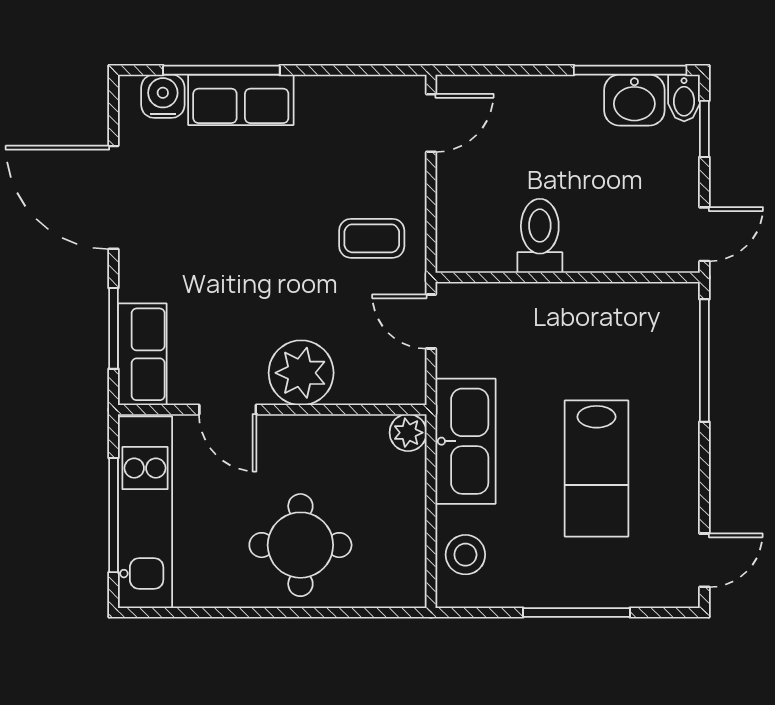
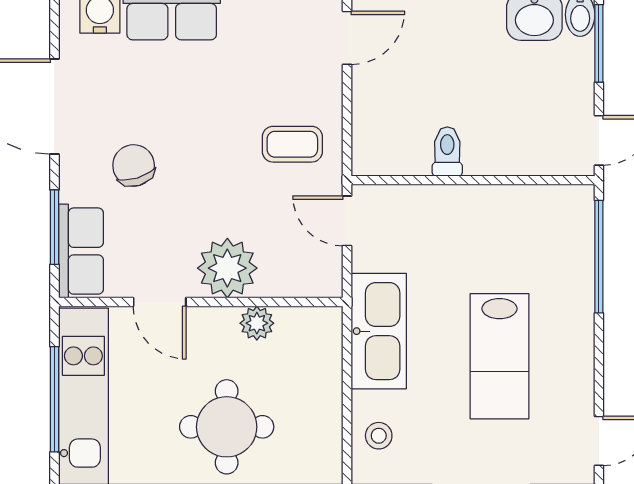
window: (704, 129) -> (599, 43), width x1.50
toilet: (540, 236) -> (447, 151), width x0.73, depth x0.72
chair: (199, 261) -> (134, 165), added
plant: (408, 433) -> (257, 323), moved
stool: (465, 555) -> (379, 436), width x0.73, depth x0.73

